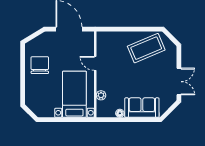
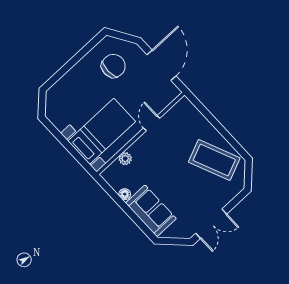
chair: (40, 65) -> (113, 66), moved

